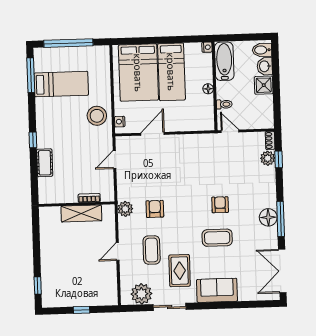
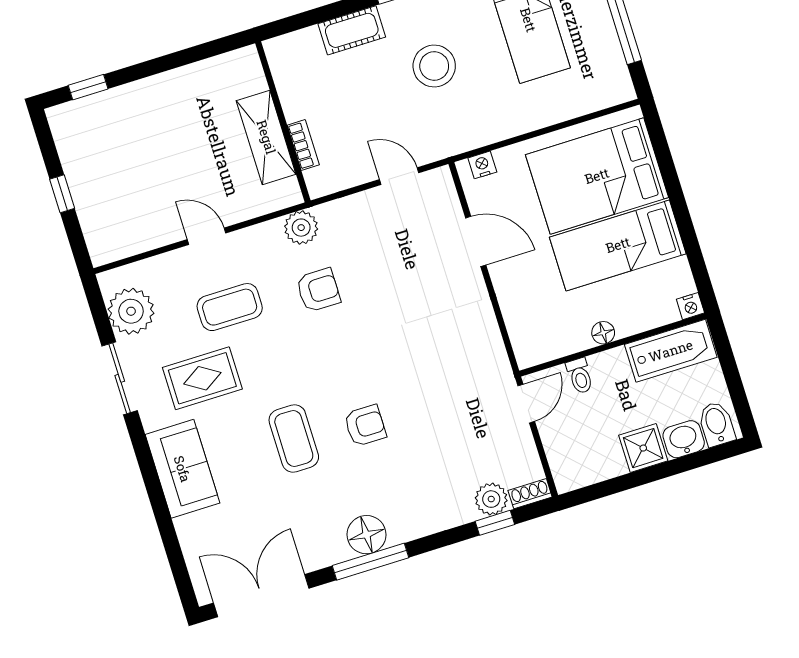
stool: (97, 116) -> (434, 66), moved

